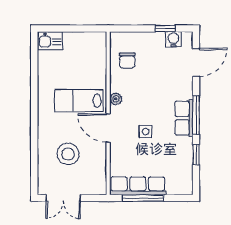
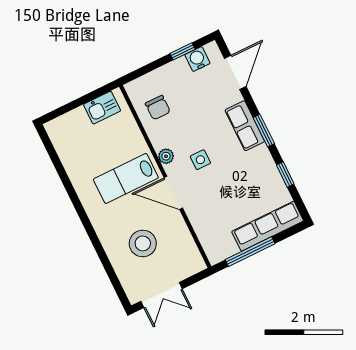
kitchen sink: (50, 41) -> (102, 108), moved
window: (196, 115) -> (264, 131), width x0.69
row of seats: (184, 118) -> (245, 126), moved
side table: (146, 131) -> (200, 160), moved
row of seats: (138, 186) -> (268, 226), moved

